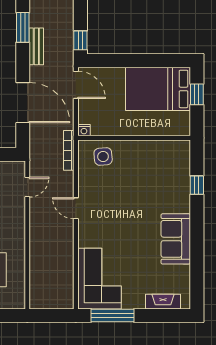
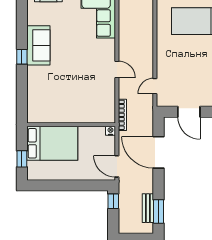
bench: (36, 46) -> (148, 208), moved
bed: (158, 89) -> (52, 143), moved
side table: (103, 156) -> (95, 110), removed
window: (197, 185) -> (22, 57), moved

